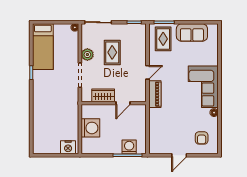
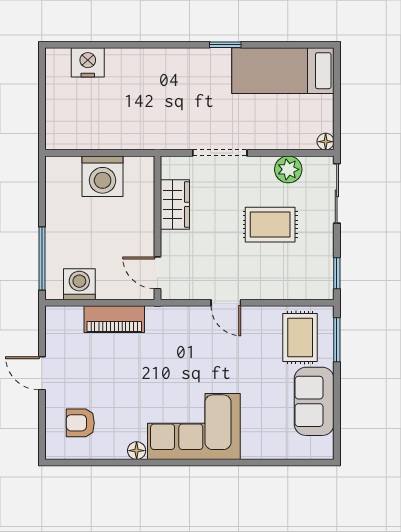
rug: (163, 39) -> (300, 338), turned 90
plant: (87, 55) -> (288, 169), moved
piano: (155, 94) -> (114, 319), moved
door: (123, 103) -> (157, 273), moved
nightstand: (68, 147) -> (88, 62), moved, turned 90
washing machine: (129, 147) -> (79, 284), moved, turned -90

